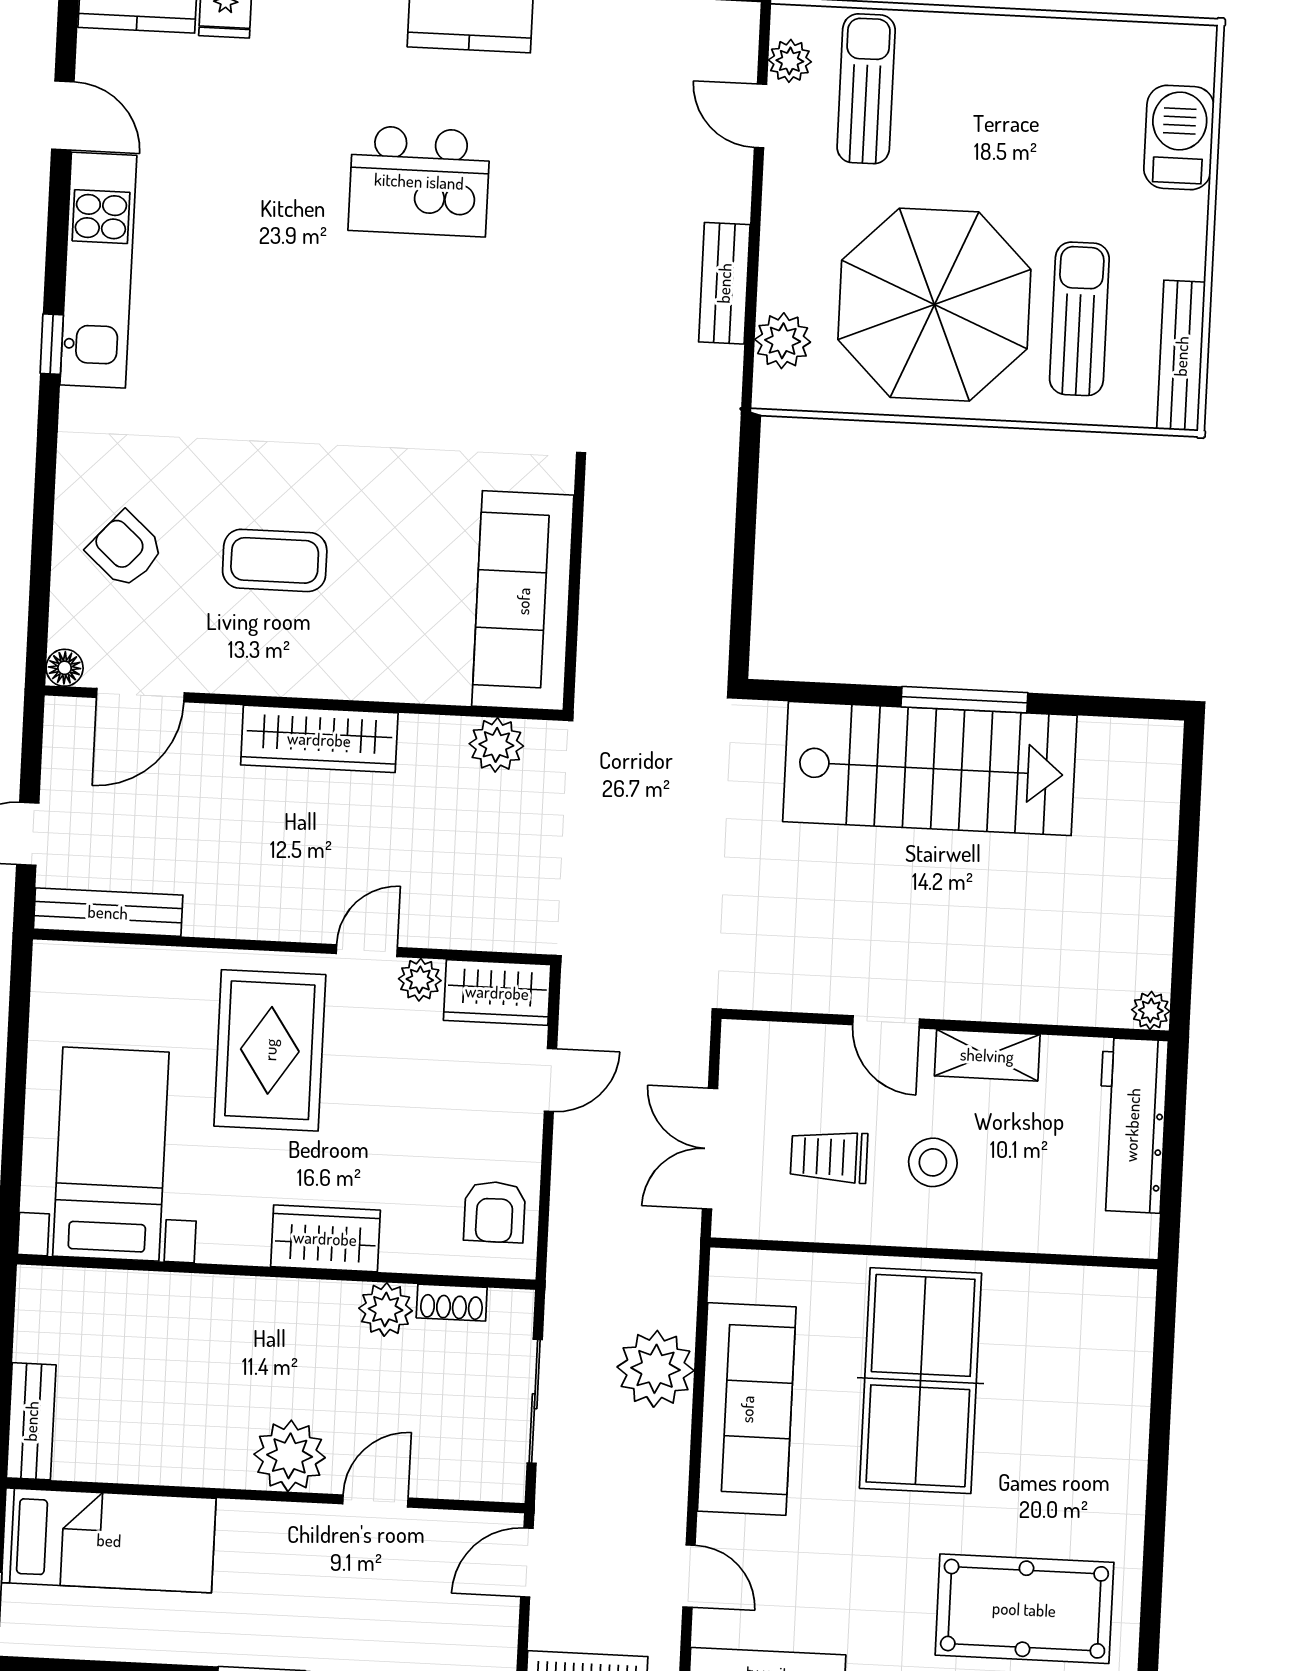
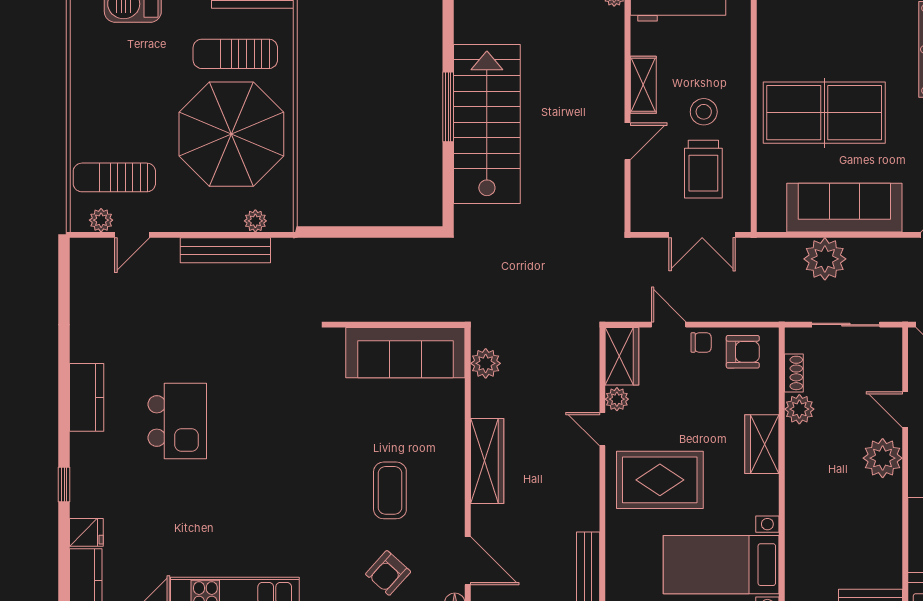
bench: (724, 283) -> (225, 250), width x1.36
plant: (783, 341) -> (255, 221), width x0.73, depth x0.73
chair: (515, 1137) -> (701, 342), added
trolley: (829, 1157) -> (703, 169), width x1.36, depth x1.39

